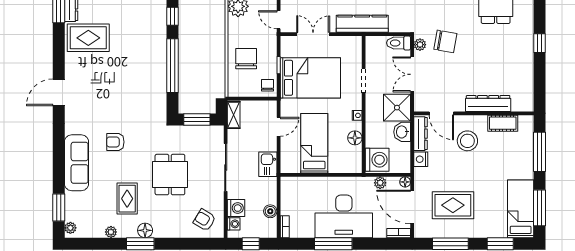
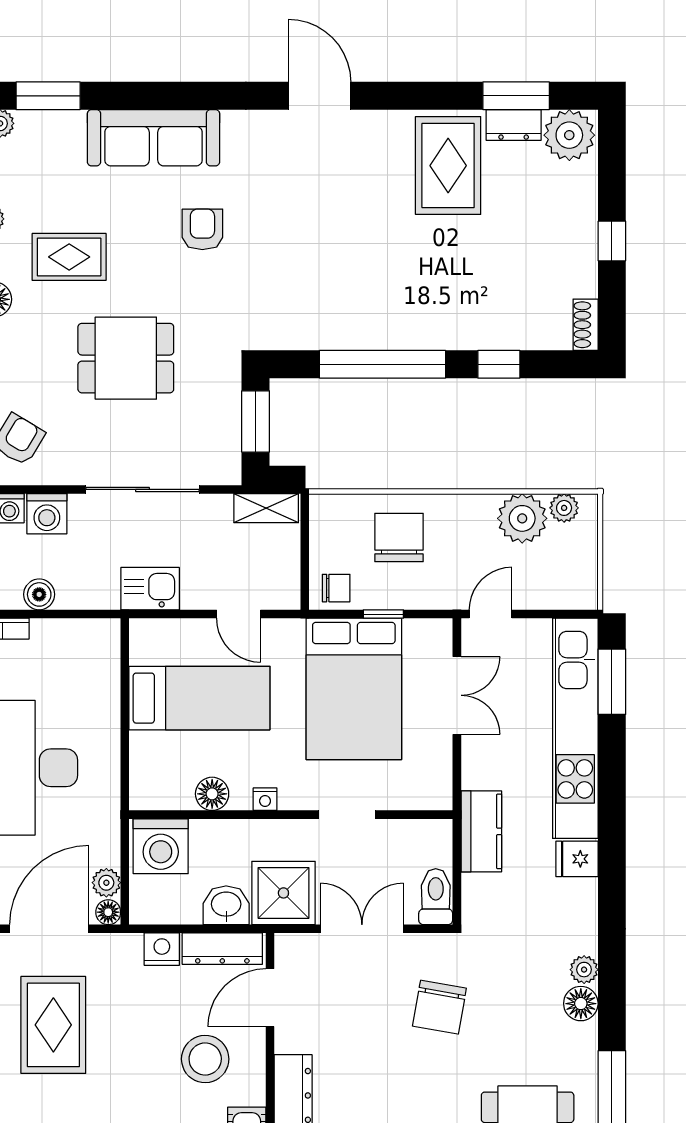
kitchen counter: (362, 24) -> (481, 831), width x0.67
plant: (420, 45) -> (432, 947), removed
chair: (246, 59) -> (399, 538), turned -90
plant: (380, 183) -> (106, 883), moved

